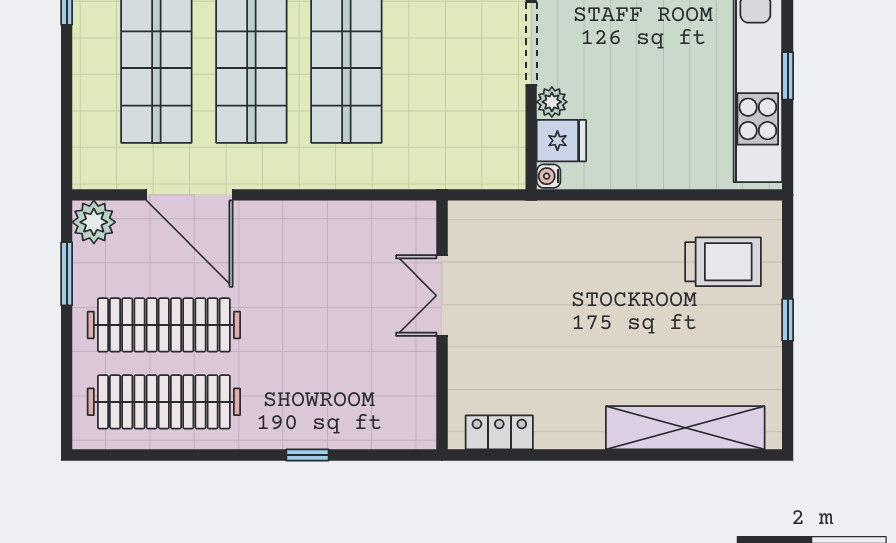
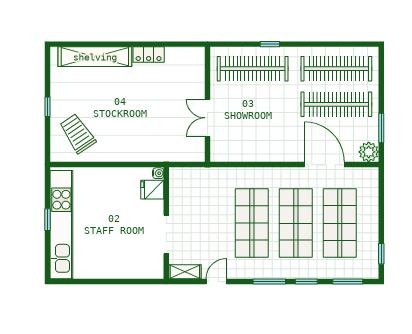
plant: (552, 102) -> (157, 208), removed
trolley: (723, 262) -> (78, 134), turned 56
double door: (442, 296) -> (208, 118), swing flipped
clothes rail: (345, 402) -> (253, 69), added
locker: (499, 432) -> (149, 55), moved

